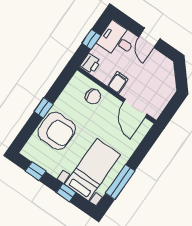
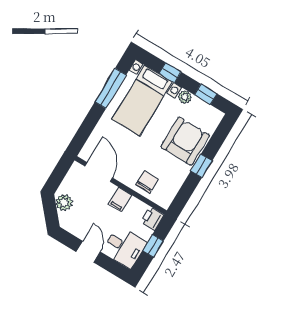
plant: (168, 83) -> (64, 203), added
chair: (93, 97) -> (147, 182), turned 90
armchair: (57, 131) -> (185, 141), turned 90
plant: (54, 170) -> (185, 97), added

